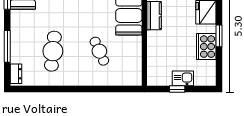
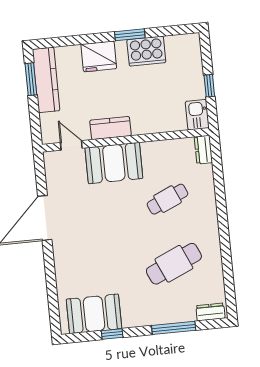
cafe table: (53, 51) -> (174, 264), turned -30
kitchen sink: (183, 78) -> (197, 115), moved
dresser: (132, 80) -> (203, 150), added

